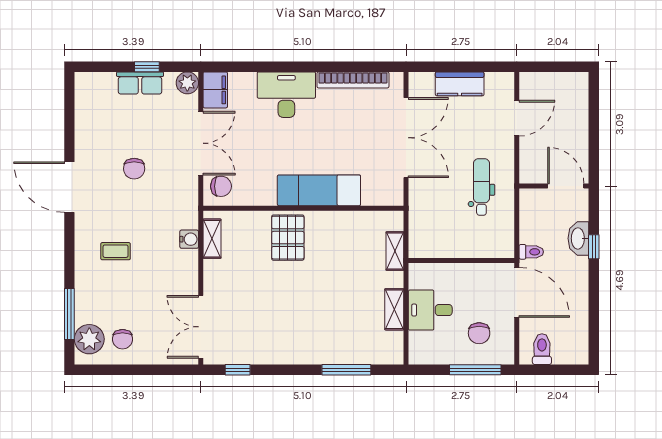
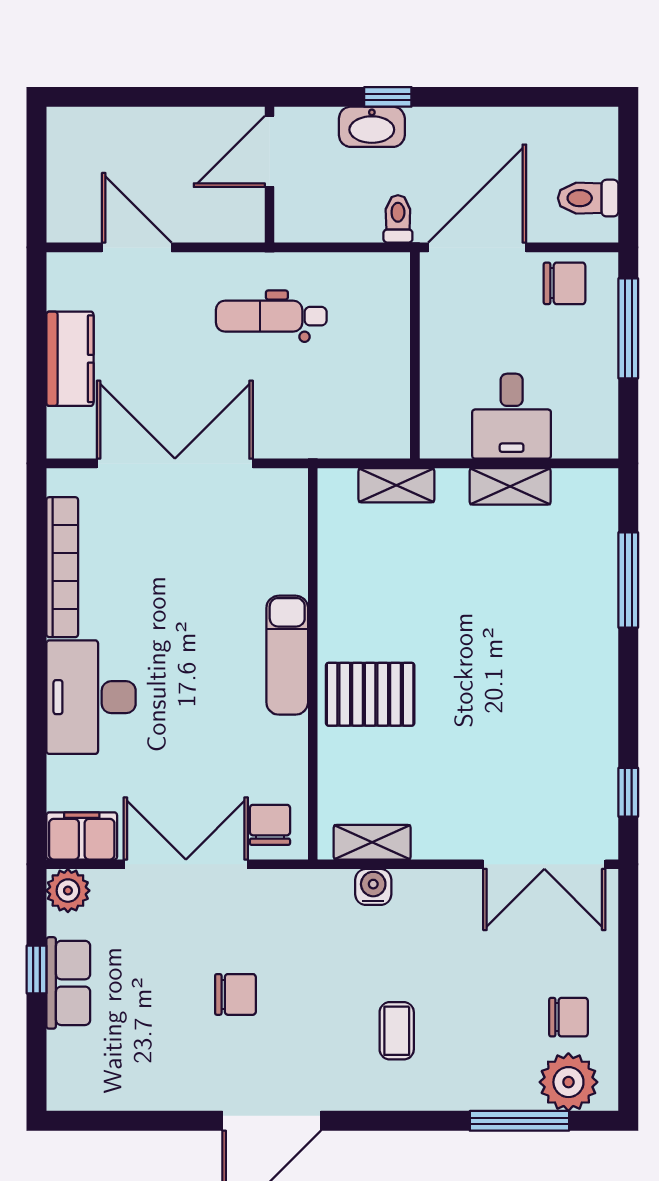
exam couch: (319, 190) -> (287, 655), width x0.73, depth x0.69
chair: (479, 333) -> (564, 283), moved

